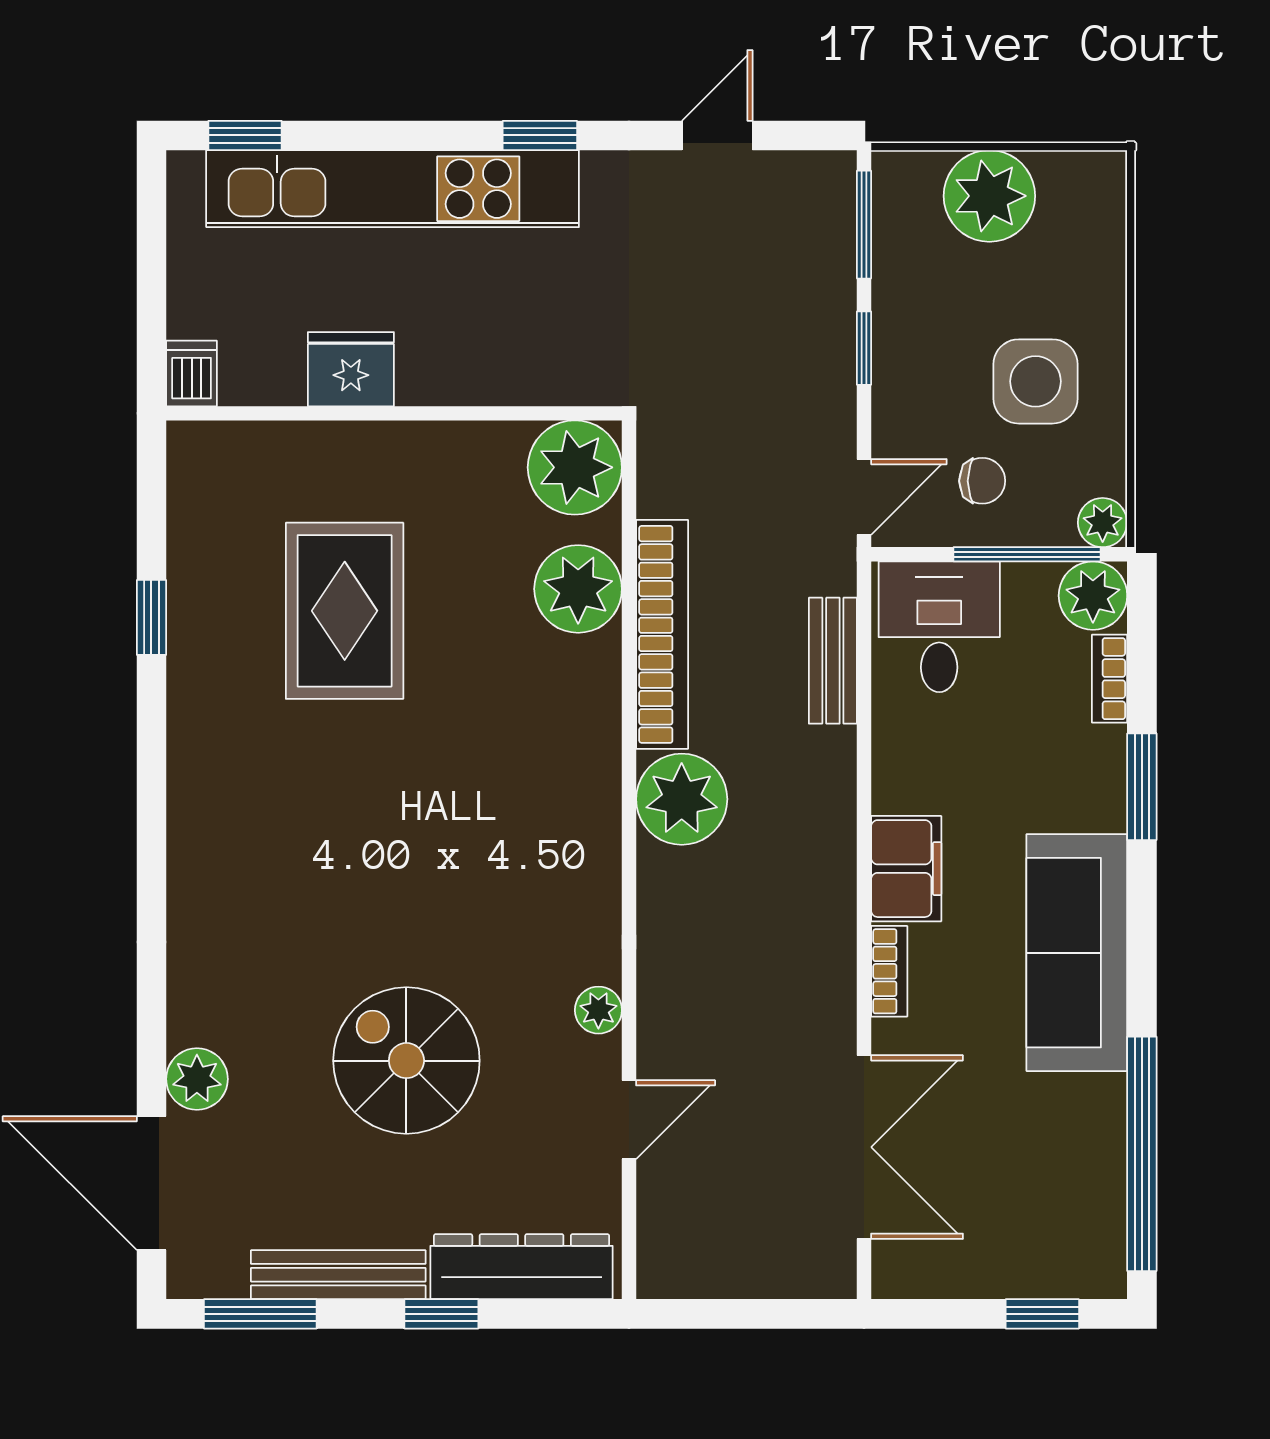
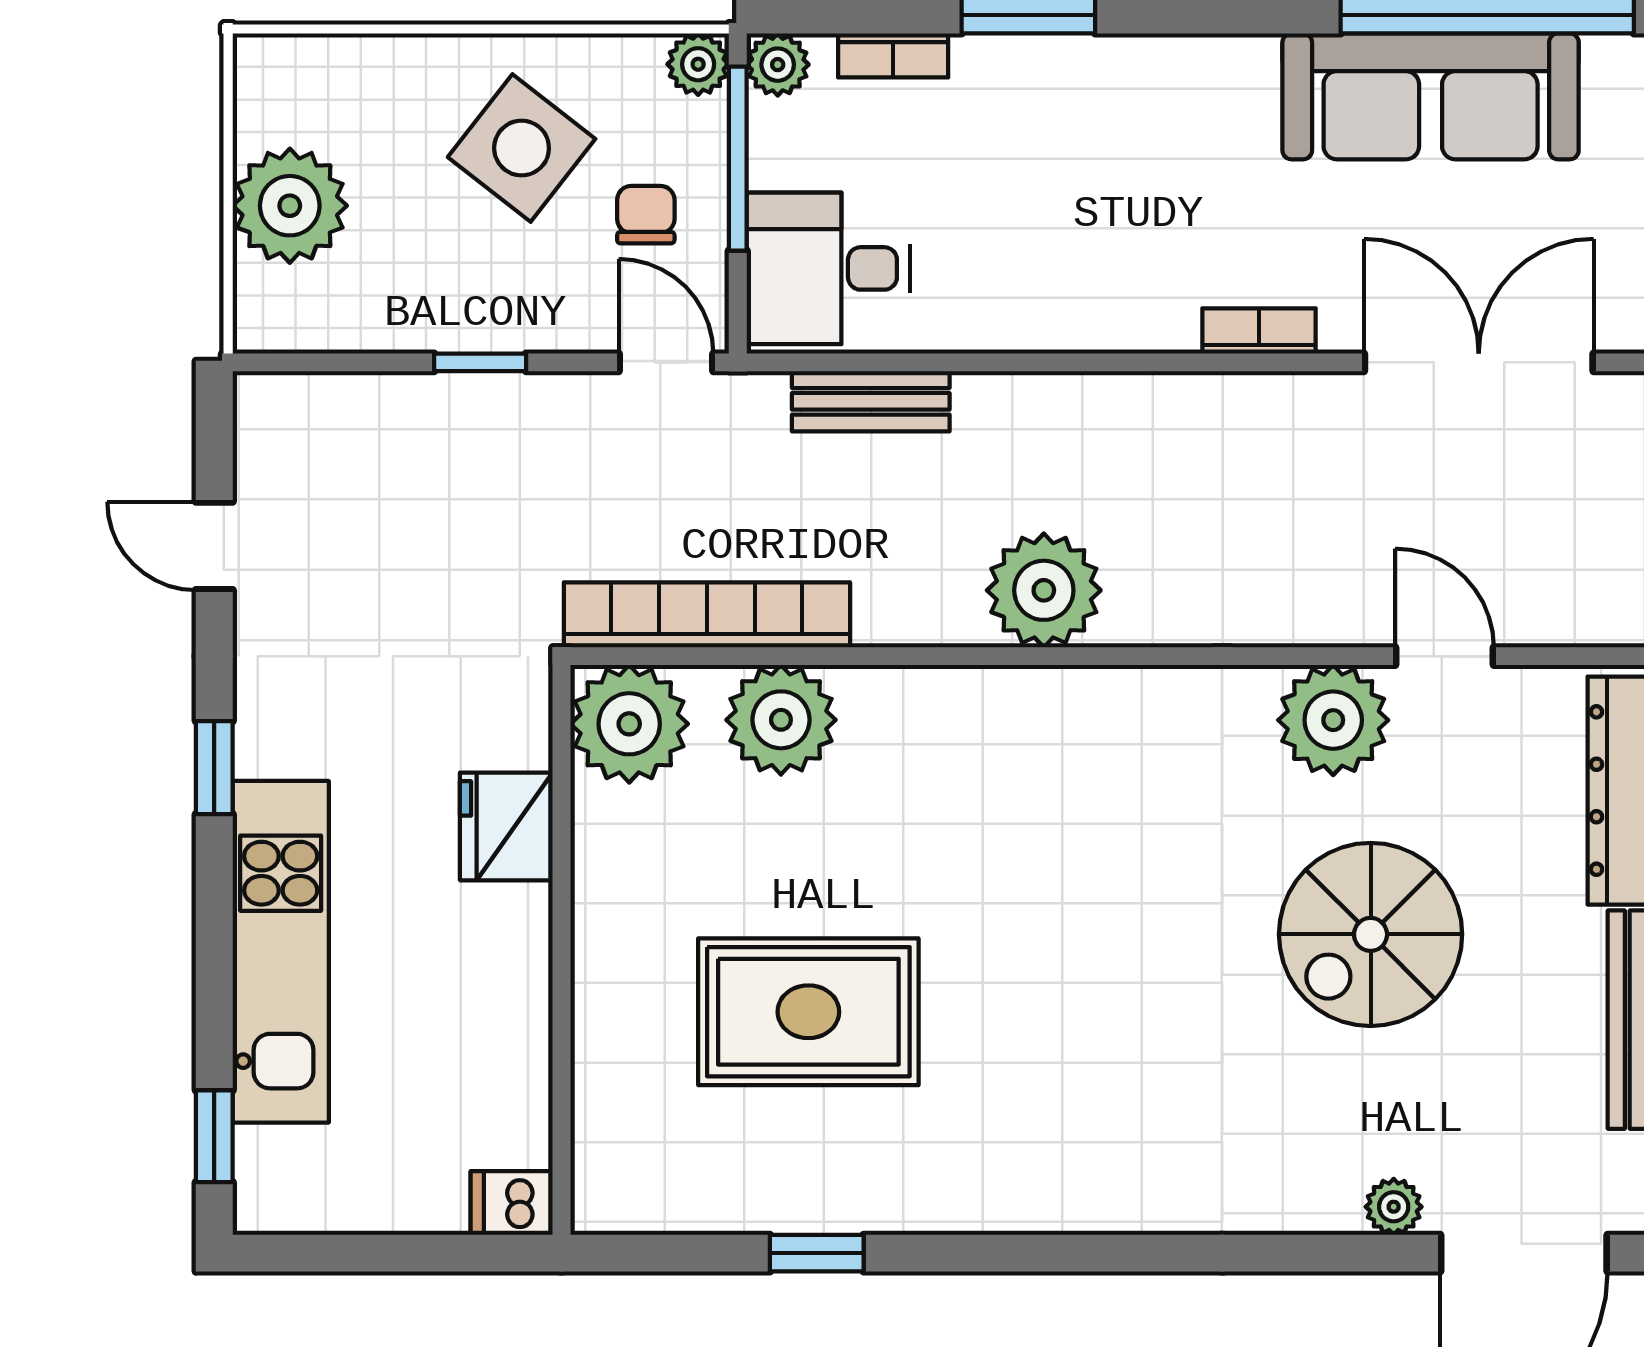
kitchen unit: (393, 189) -> (281, 952), width x0.73
window: (864, 225) -> (326, 362), removed
fridge: (351, 369) -> (506, 826), moved
side table: (1035, 381) -> (522, 148), turned 38
plant: (1093, 596) -> (778, 65), width x0.73, depth x0.73
bookcase: (662, 634) -> (707, 615), moved
filing cabinet: (906, 869) -> (1131, 310), removed
sofa: (1077, 953) -> (1431, 96), moved
plant: (598, 1010) -> (1333, 720), width x1.87, depth x1.87
plant: (197, 1079) -> (1394, 1207), width x0.73, depth x0.73

